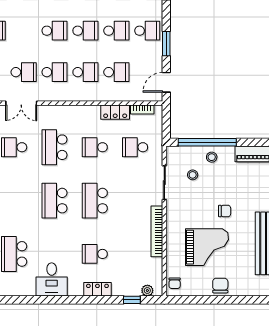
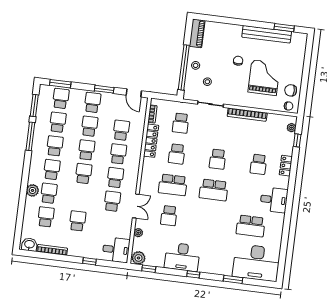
locker: (115, 112) -> (151, 141), width x1.53
school desk: (95, 201) -> (218, 159), width x0.54
chair: (220, 286) -> (291, 90), moved

